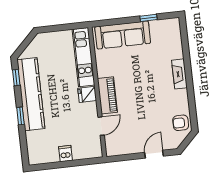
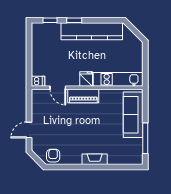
window: (149, 18) -> (145, 138), width x2.17
window: (16, 78) -> (50, 20), moved
dishwasher: (66, 154) -> (38, 81), moved
door: (154, 154) -> (29, 130), swing flipped

